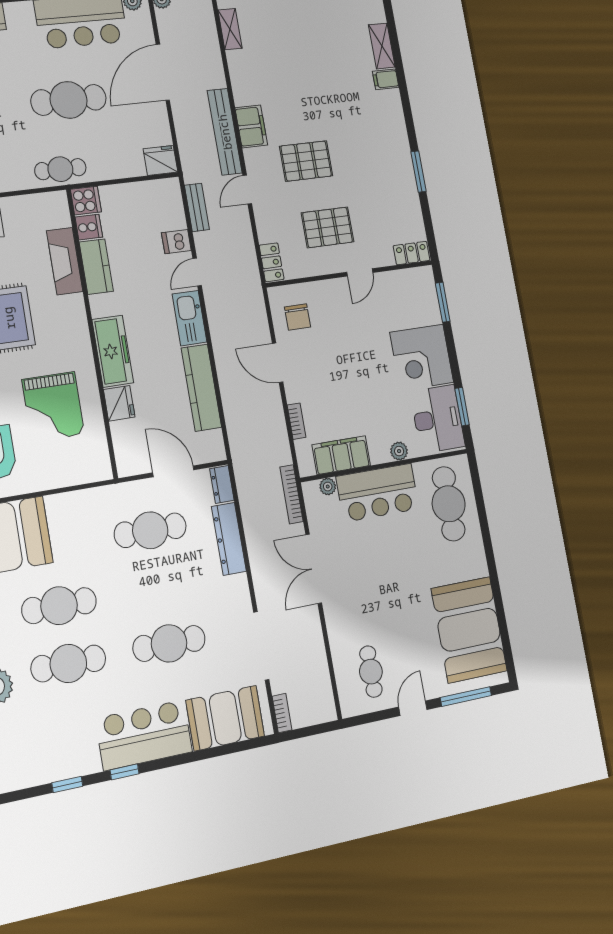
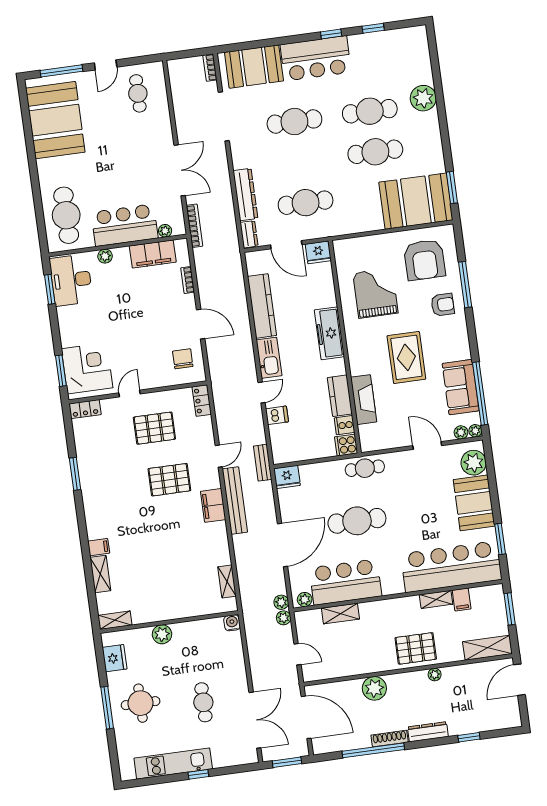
bench: (197, 207) -> (263, 463), moved
corner desk: (422, 357) -> (87, 368), moved
fridge: (119, 403) -> (318, 252), moved, turned -90

